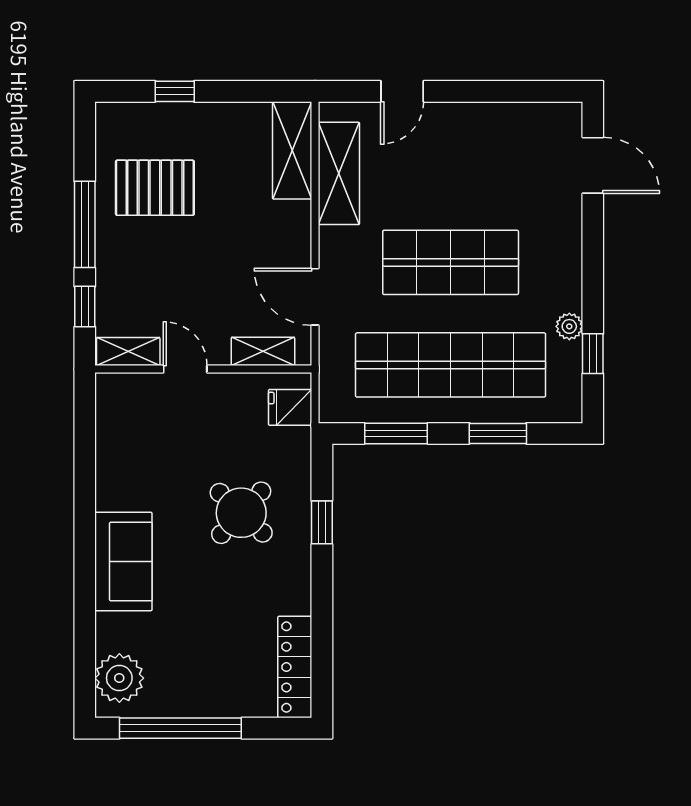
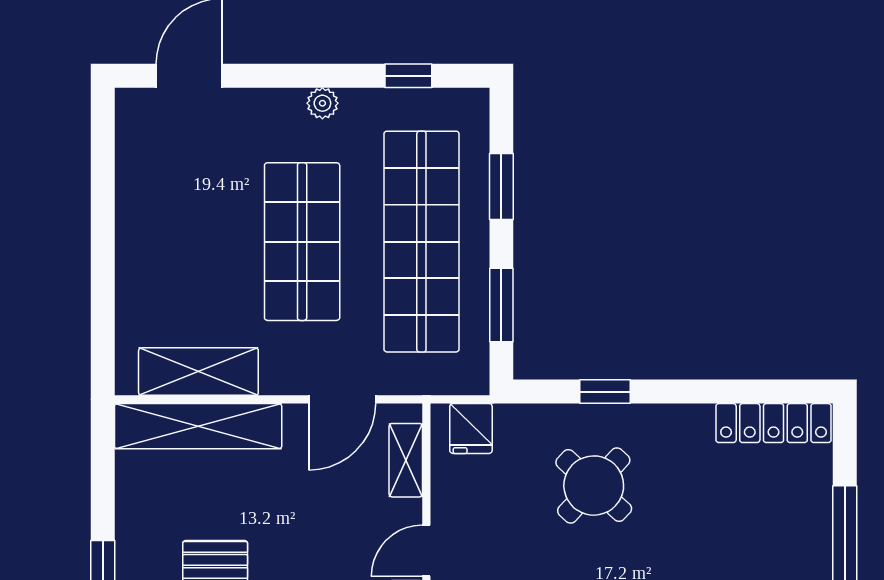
door: (402, 91) -> (103, 298), removed
shelving: (292, 150) -> (198, 426), width x1.47
plant: (569, 326) -> (322, 103), moved

